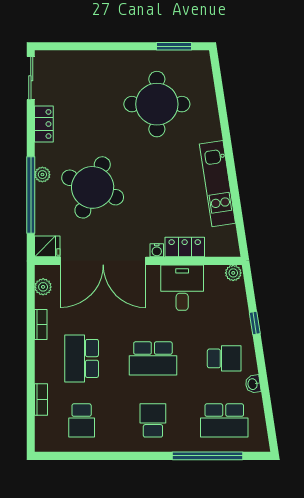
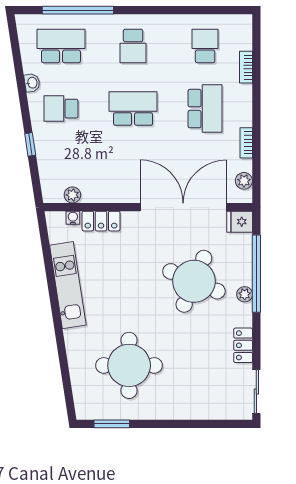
water cooler: (157, 250) -> (73, 218), moved
plant: (233, 273) -> (72, 195), moved
desk: (182, 288) -> (104, 180), removed

